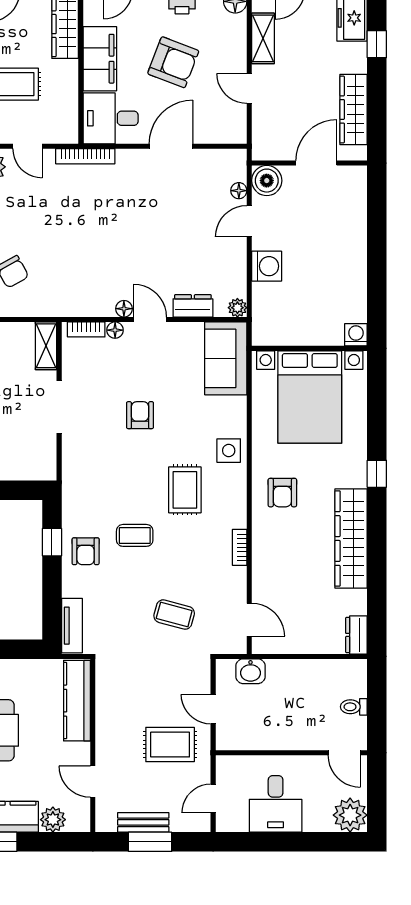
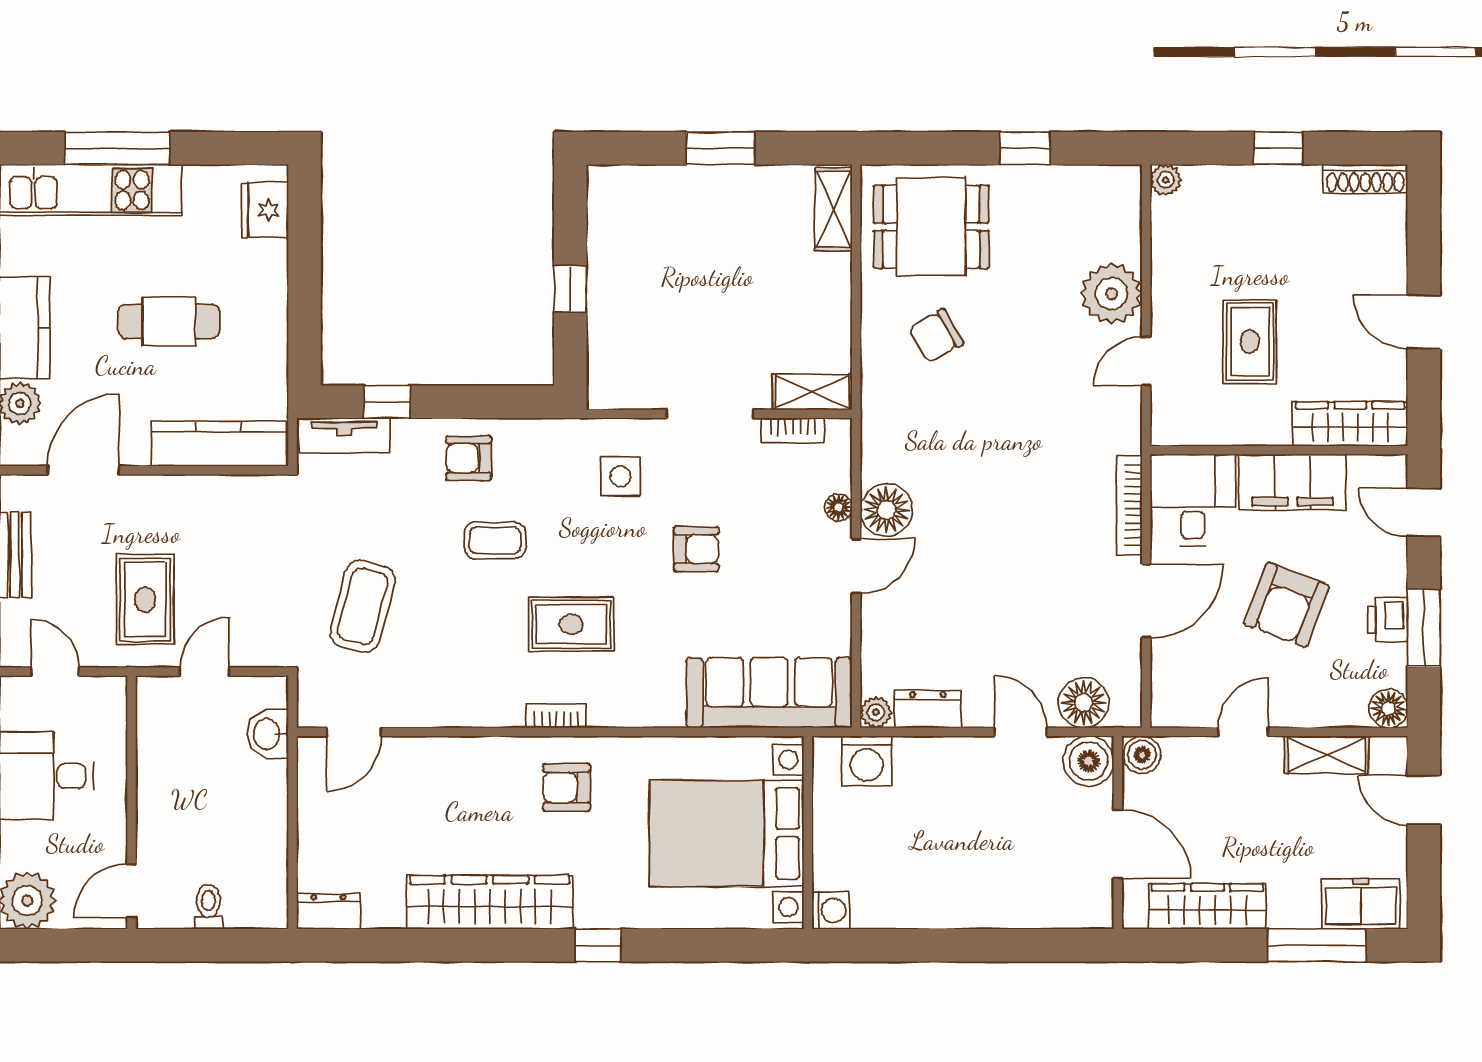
window: (377, 44) -> (1317, 945), width x2.17
door: (171, 146) -> (1146, 601), hinge flipped
boiler: (263, 149) -> (1142, 755), added
bookcase: (85, 156) -> (1129, 505), moved
floor lamp: (239, 191) -> (1084, 703), width x1.89, depth x1.89
washing machine: (267, 266) -> (867, 761), moved
dresser: (193, 306) -> (928, 709), moved, turned -90
floor lamp: (124, 309) -> (886, 510), width x1.89, depth x1.89
bookcase: (86, 329) -> (793, 430), moved, turned -90
sofa: (226, 358) -> (769, 693), width x1.36
side table: (229, 451) -> (620, 476), moved
coffee table: (135, 535) -> (495, 540), turned 90
window: (52, 542) -> (387, 402), moved
bookcase: (240, 547) -> (556, 716), moved
coffee table: (174, 615) -> (363, 606), width x1.36, depth x1.30
door: (93, 782) -> (83, 470), width x1.38

